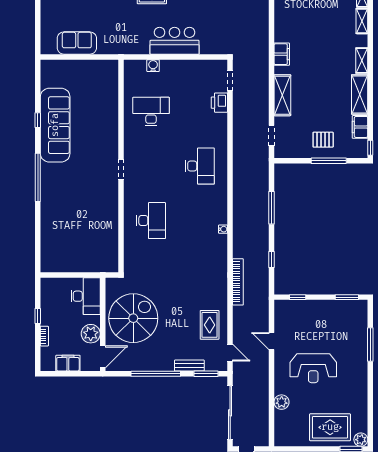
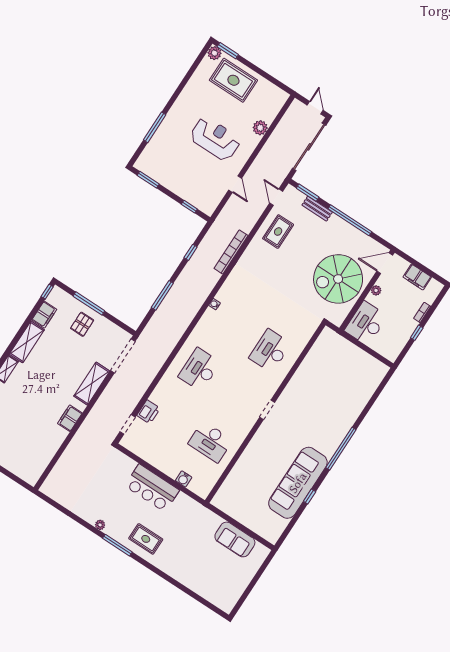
doorway: (272, 135) -> (123, 356), width x1.88
pallet: (323, 140) -> (82, 324), turned 90
plant: (91, 334) -> (376, 290), width x0.53, depth x0.53

